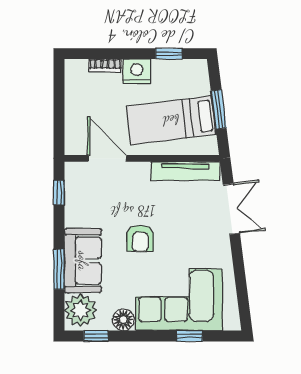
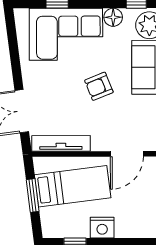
bookcase: (105, 65) -> (129, 233), removed
door: (107, 158) -> (127, 154), hinge flipped
armchair: (140, 238) -> (99, 86), turned -112

